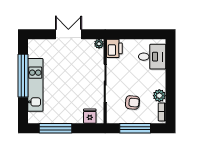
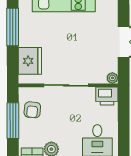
armchair: (132, 102) -> (32, 110), moved
fridge: (90, 116) -> (30, 61), width x1.88, depth x1.34

